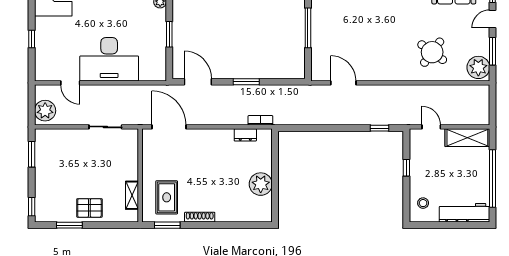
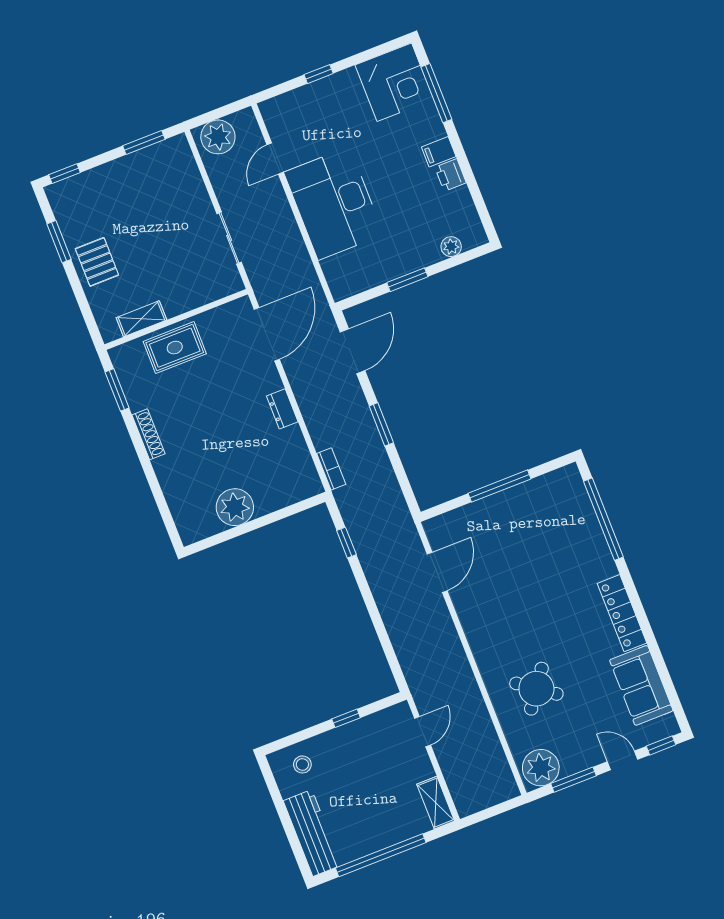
window: (380, 128) -> (346, 543), moved
dresser: (245, 135) -> (282, 409), moved
shelving: (467, 138) -> (436, 803), width x0.67, depth x0.75
rug: (167, 197) -> (175, 348), moved

